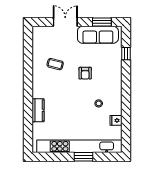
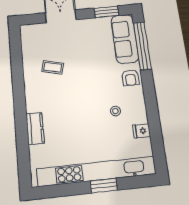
sofa: (98, 35) -> (125, 39), moved, turned 90
window: (126, 54) -> (142, 46), width x3.17
armchair: (85, 73) -> (130, 78), moved

